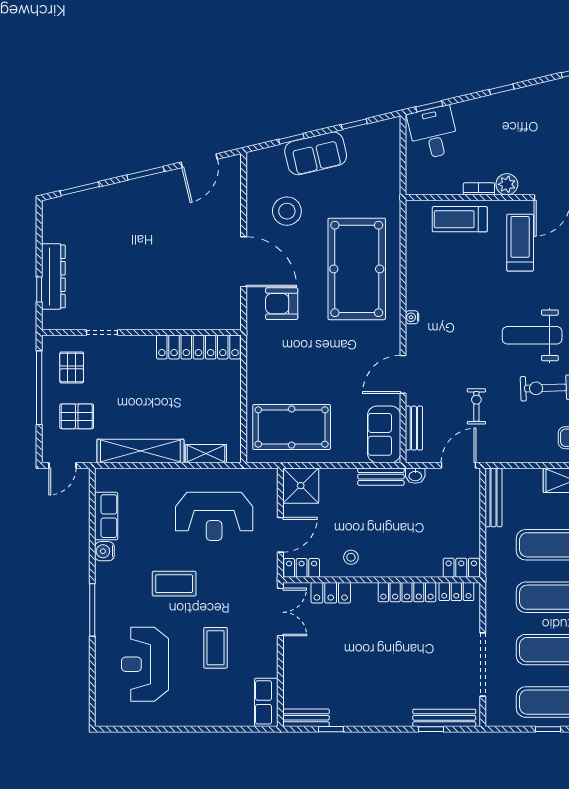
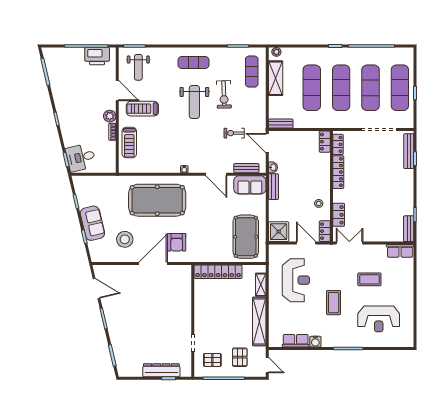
locker: (198, 347) -> (218, 272), moved, turned 90
bench: (493, 497) -> (281, 124), width x0.73

